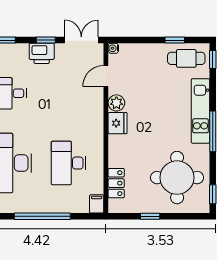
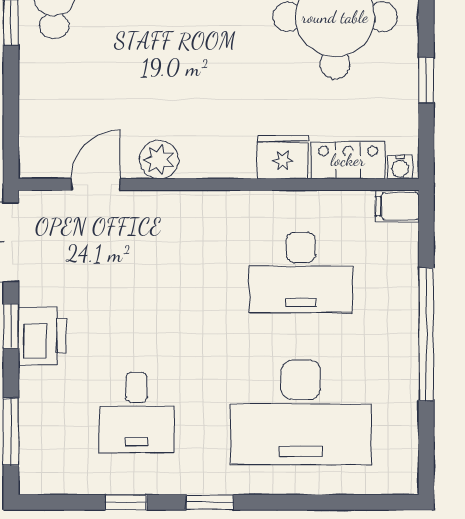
water cooler: (113, 48) -> (400, 167), moved
door: (106, 76) -> (96, 184), swing flipped
fridge: (118, 123) -> (283, 157), moved

